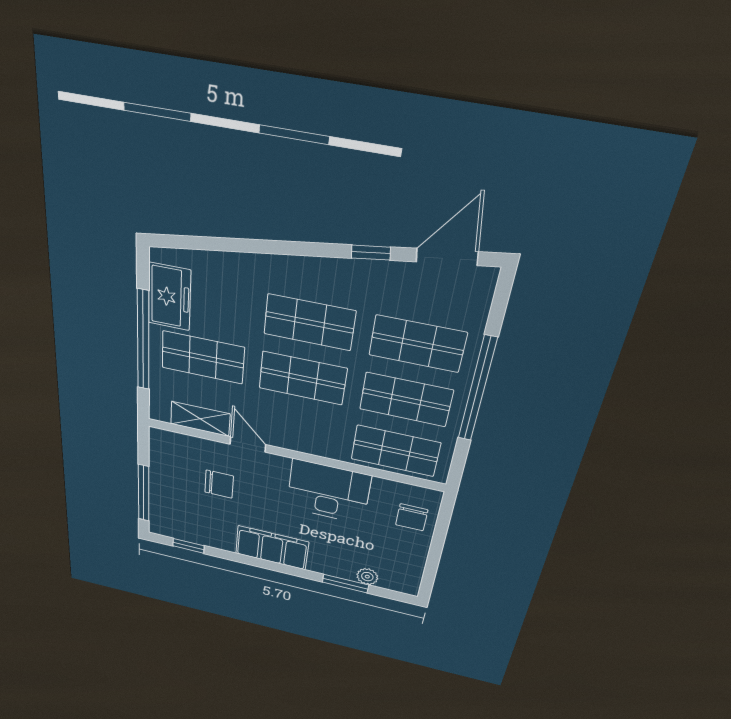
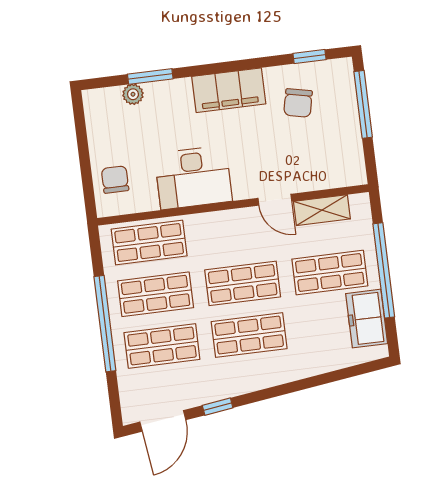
chair: (219, 484) -> (298, 103), moved, turned -78

